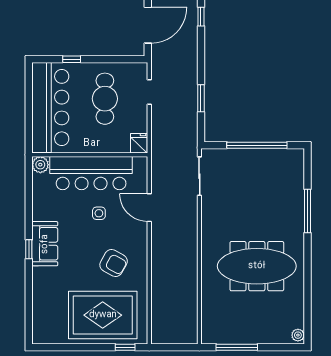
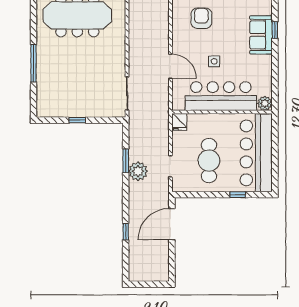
plant: (187, 86) -> (138, 171), added
window: (257, 145) -> (77, 120), width x0.32
armchair: (114, 263) -> (201, 18), turned 61

